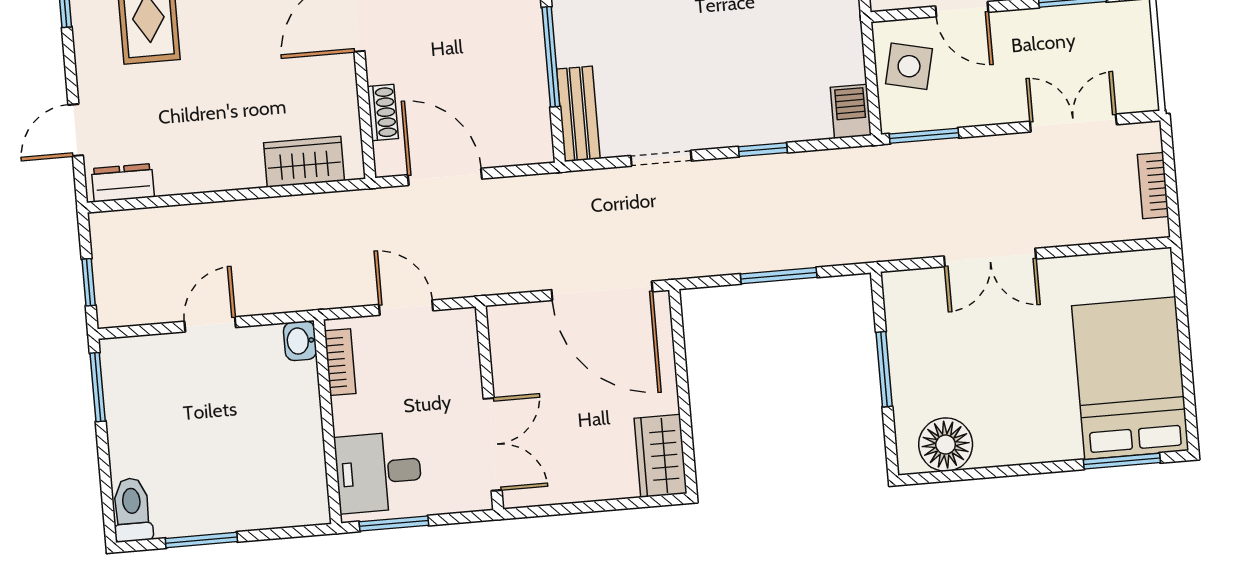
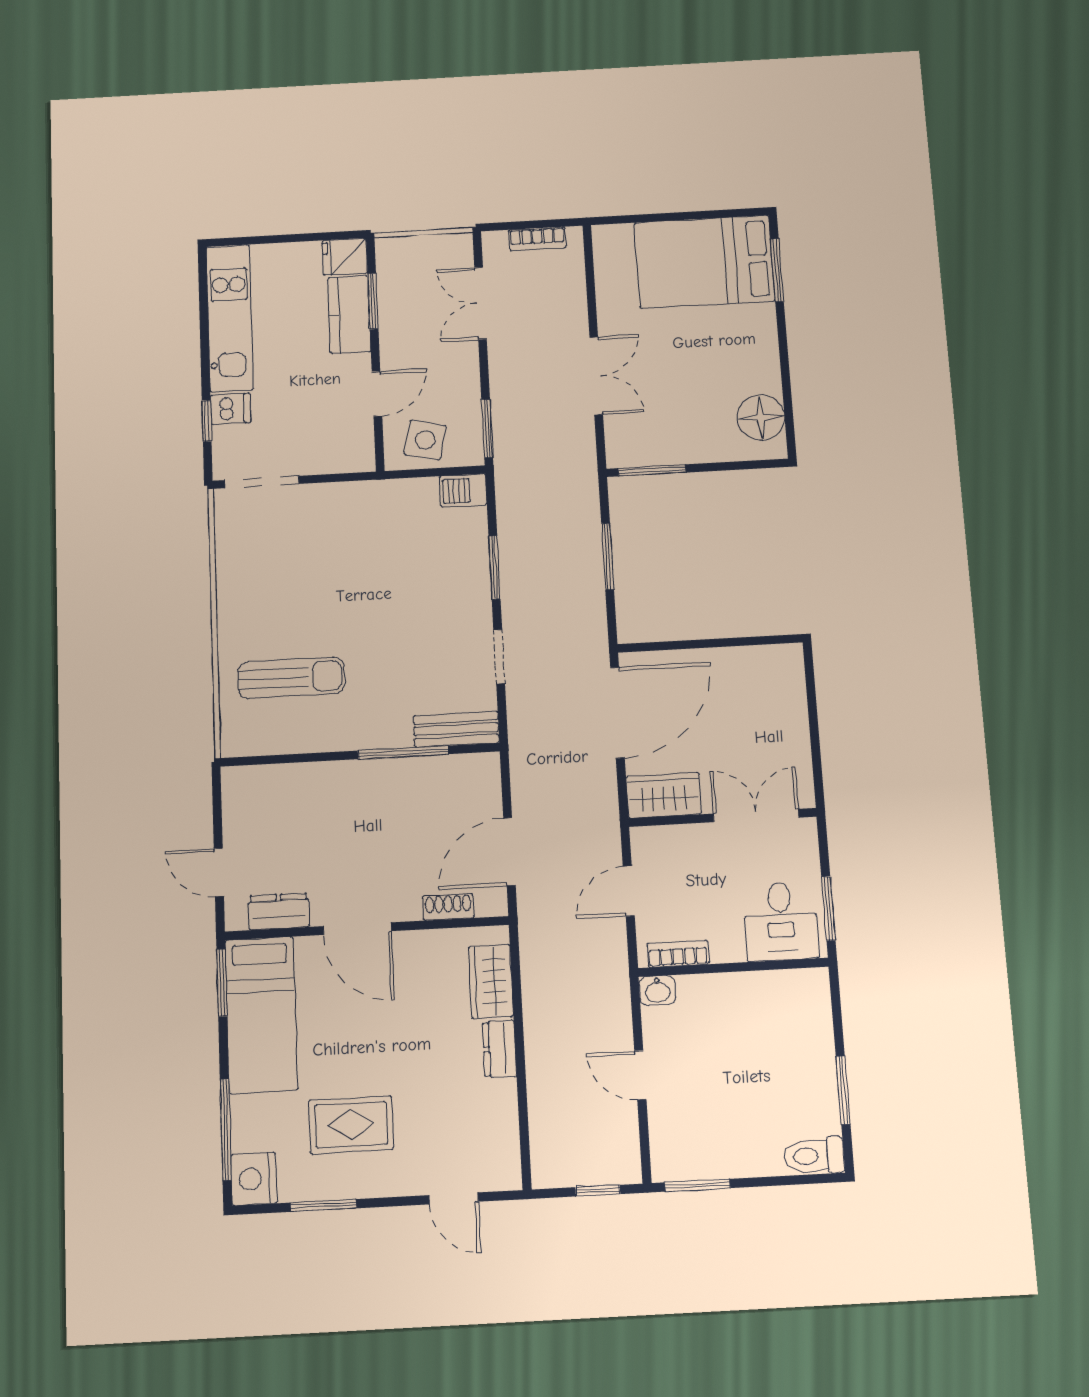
window: (763, 150) -> (494, 567), width x1.50
dresser: (123, 183) -> (499, 1049), moved
window: (884, 369) -> (652, 470), moved
wardrobe: (661, 456) -> (664, 795), moved, turned 180

